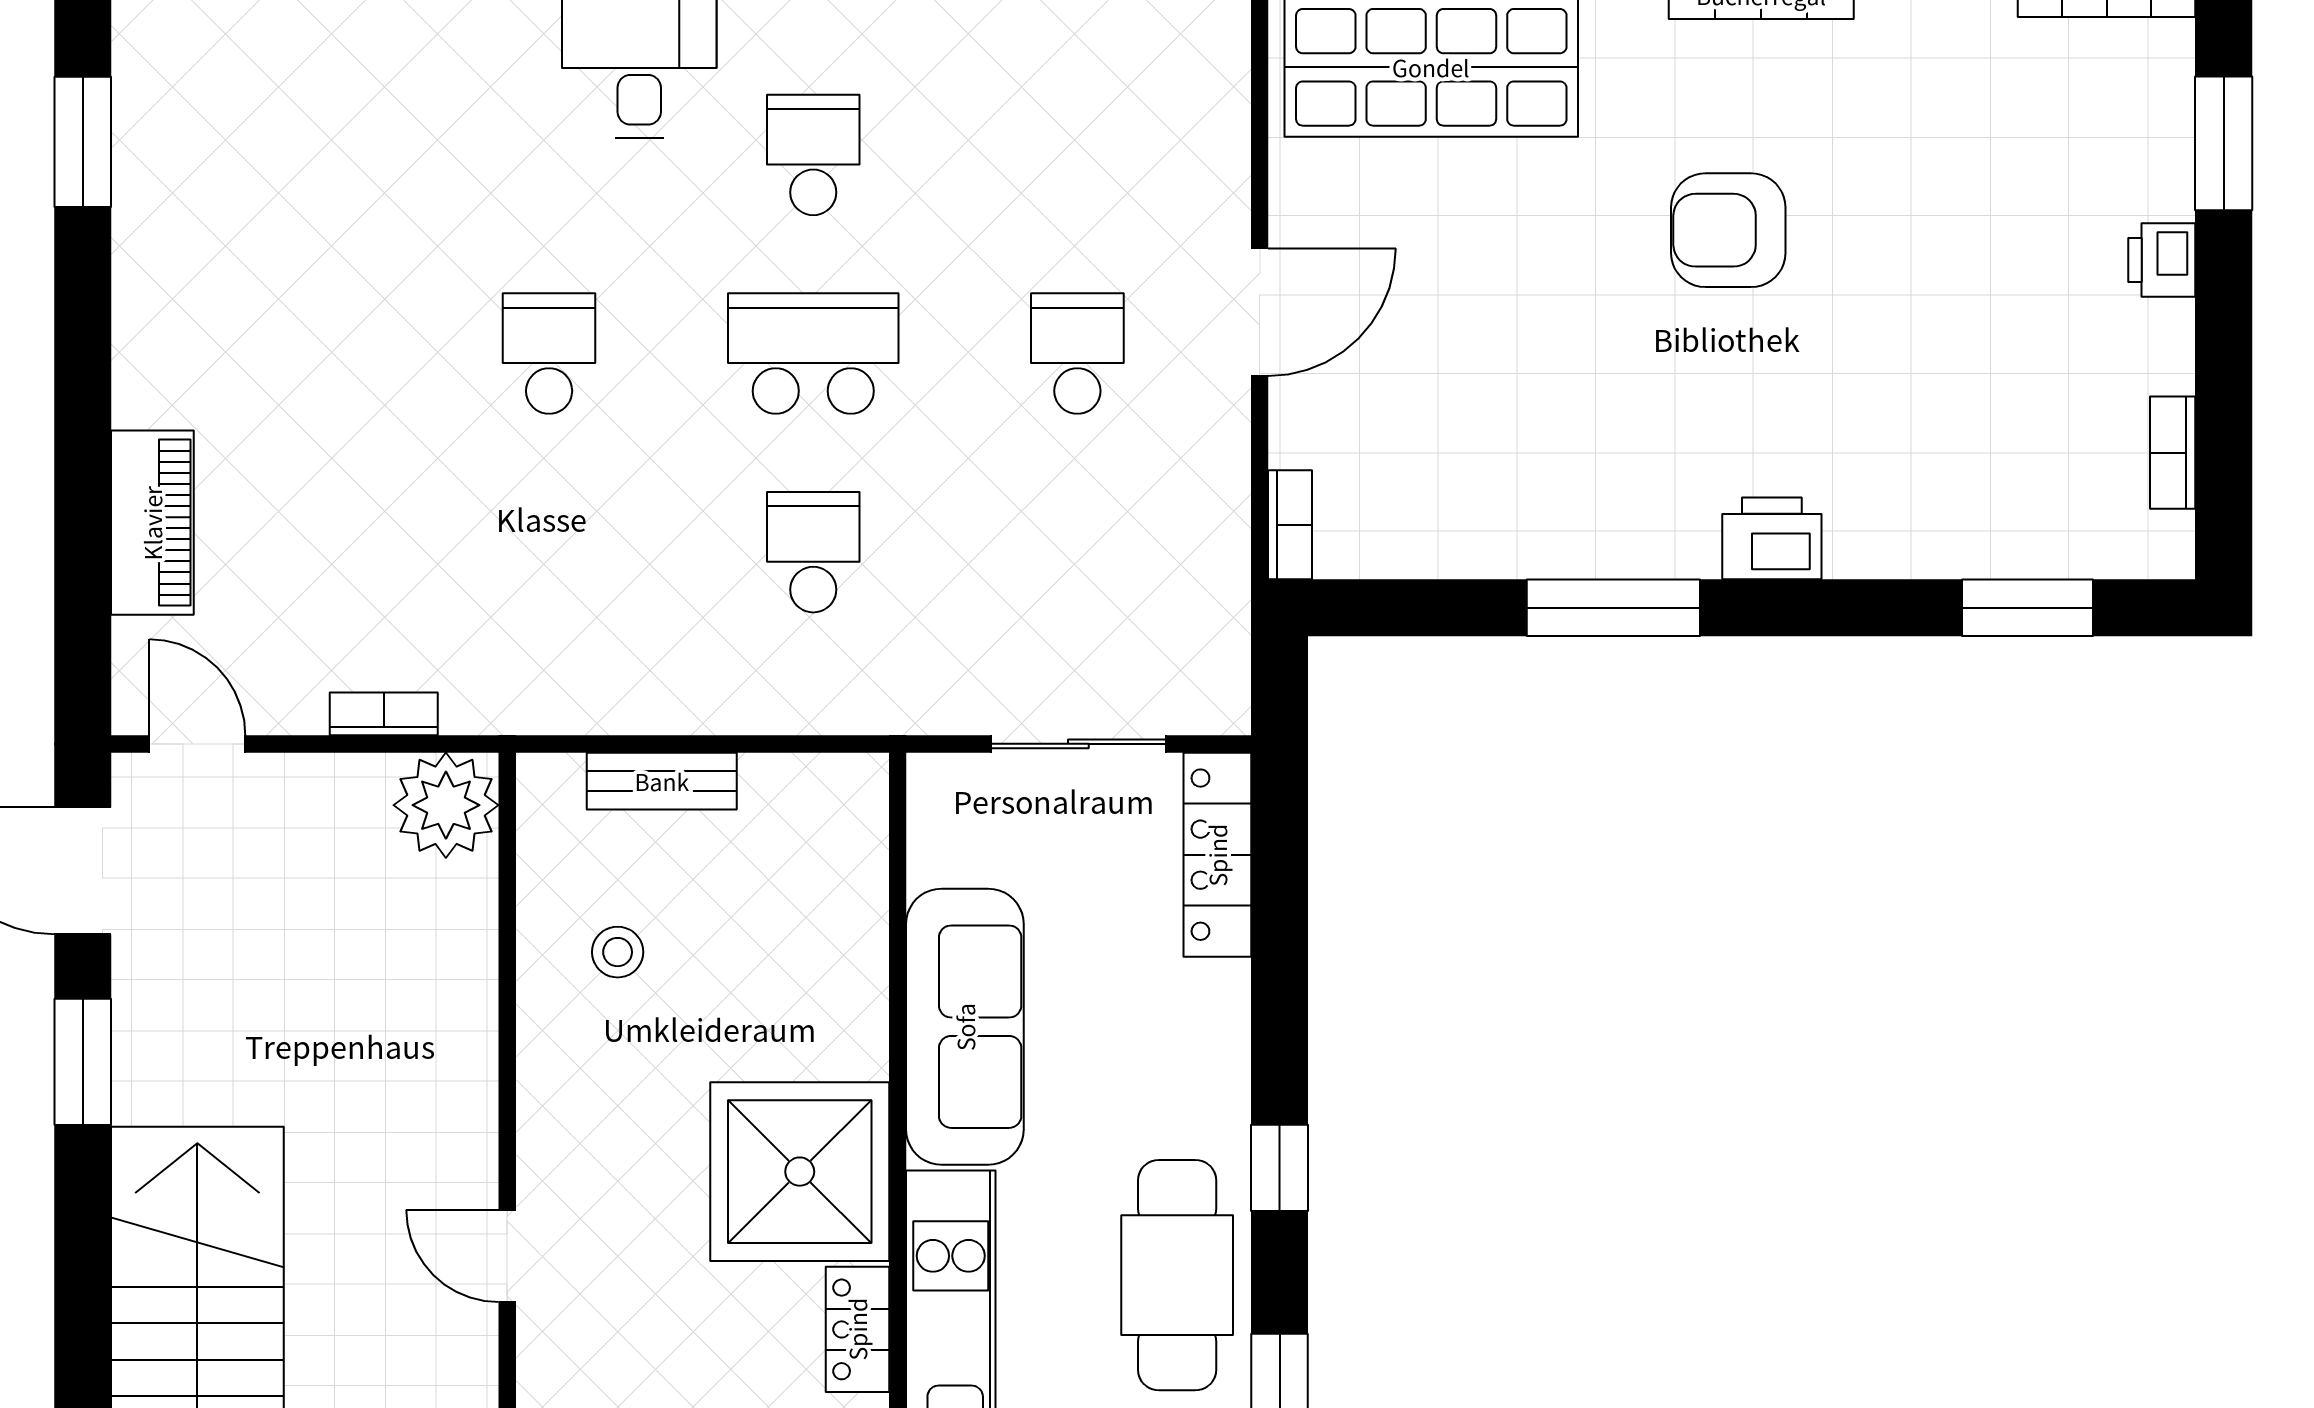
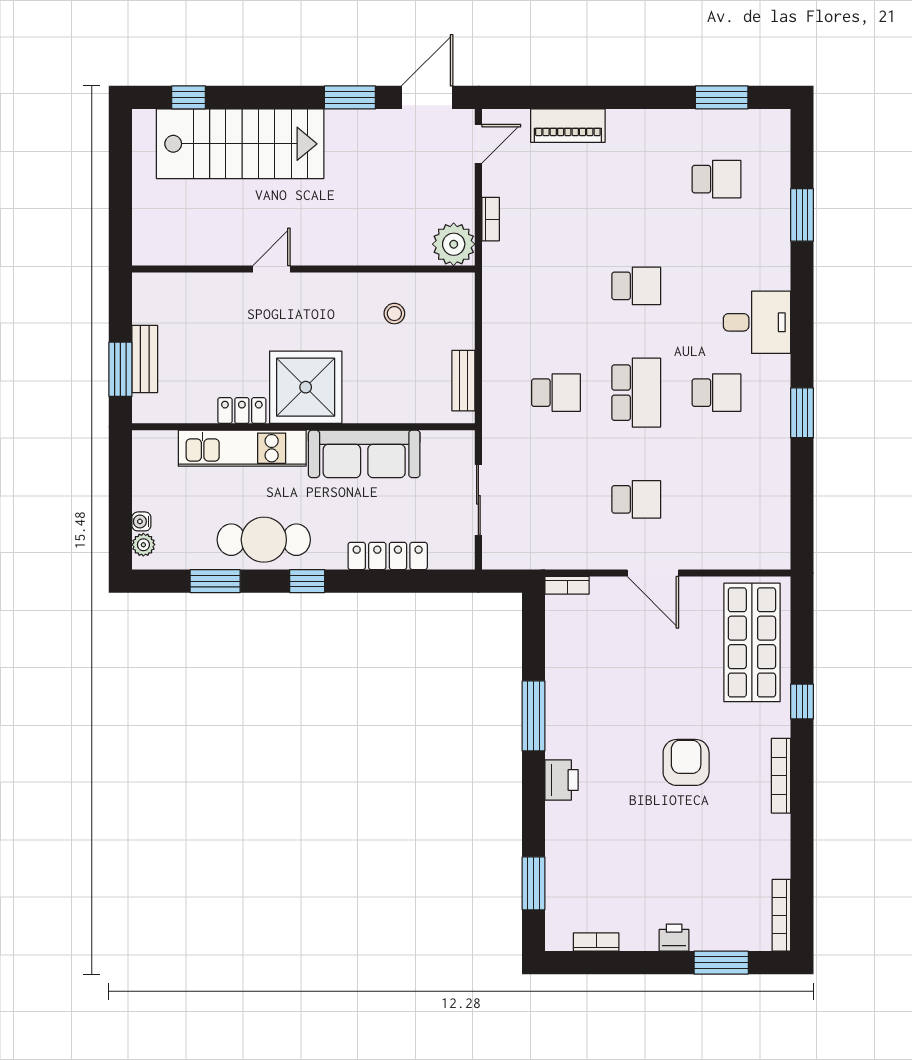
school desk: (285, 155) -> (716, 179), added
bench: (662, 781) -> (463, 381), moved
locker: (1217, 855) -> (388, 556), moved

